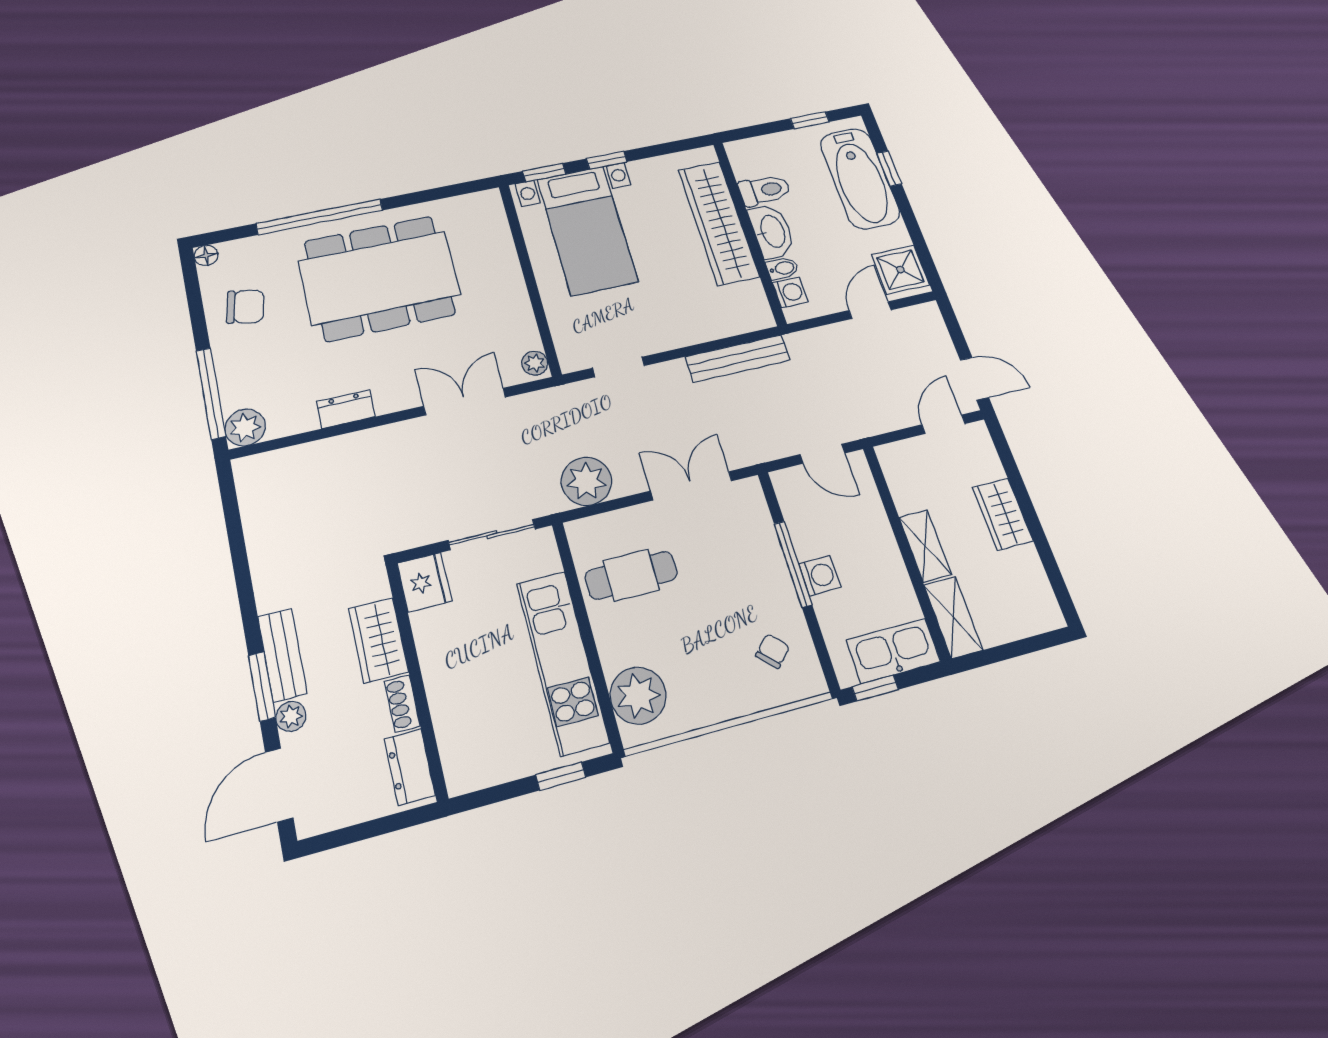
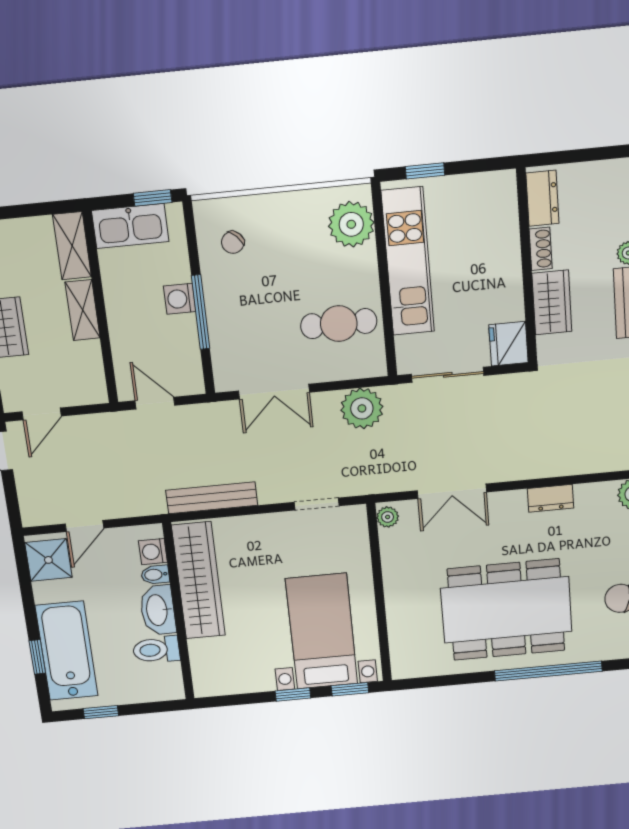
wardrobe: (719, 223) -> (199, 580), moved

